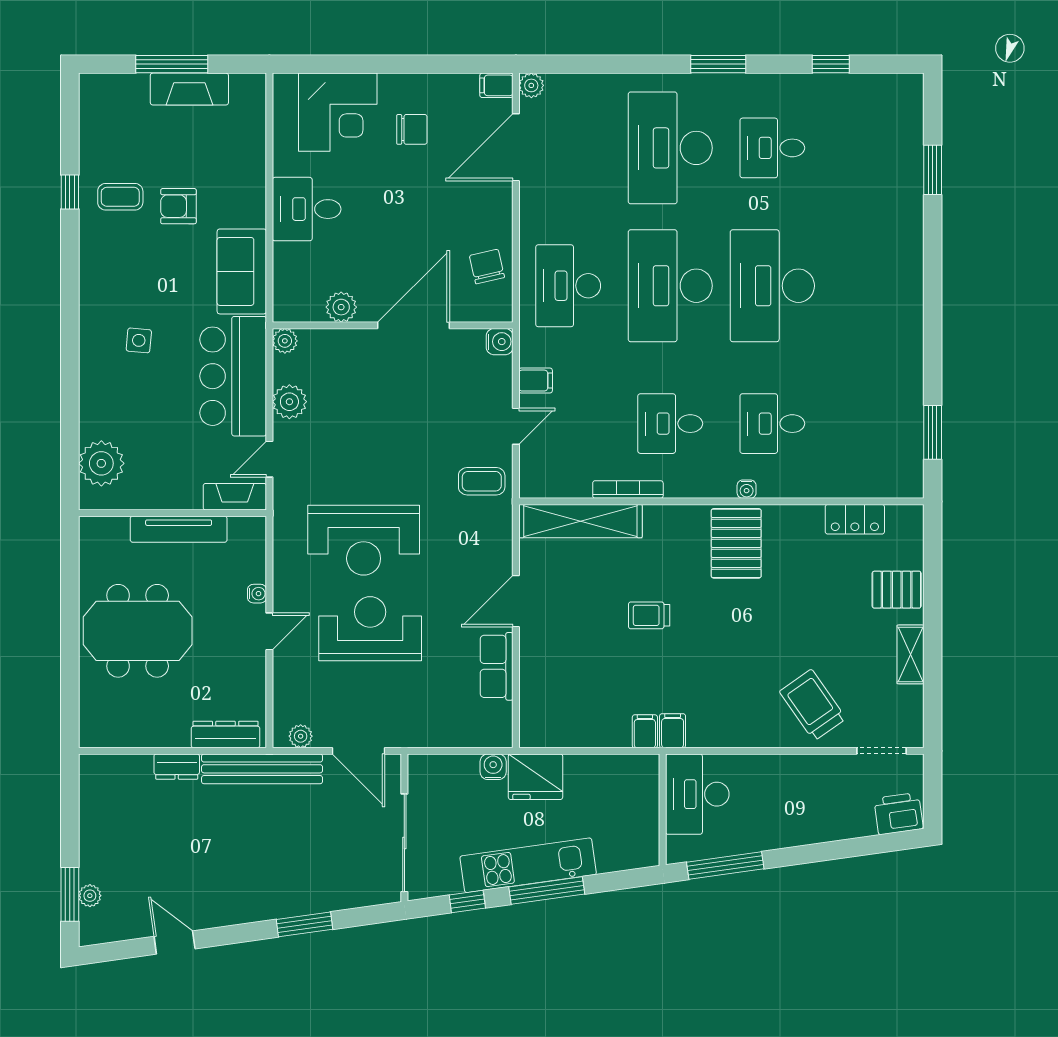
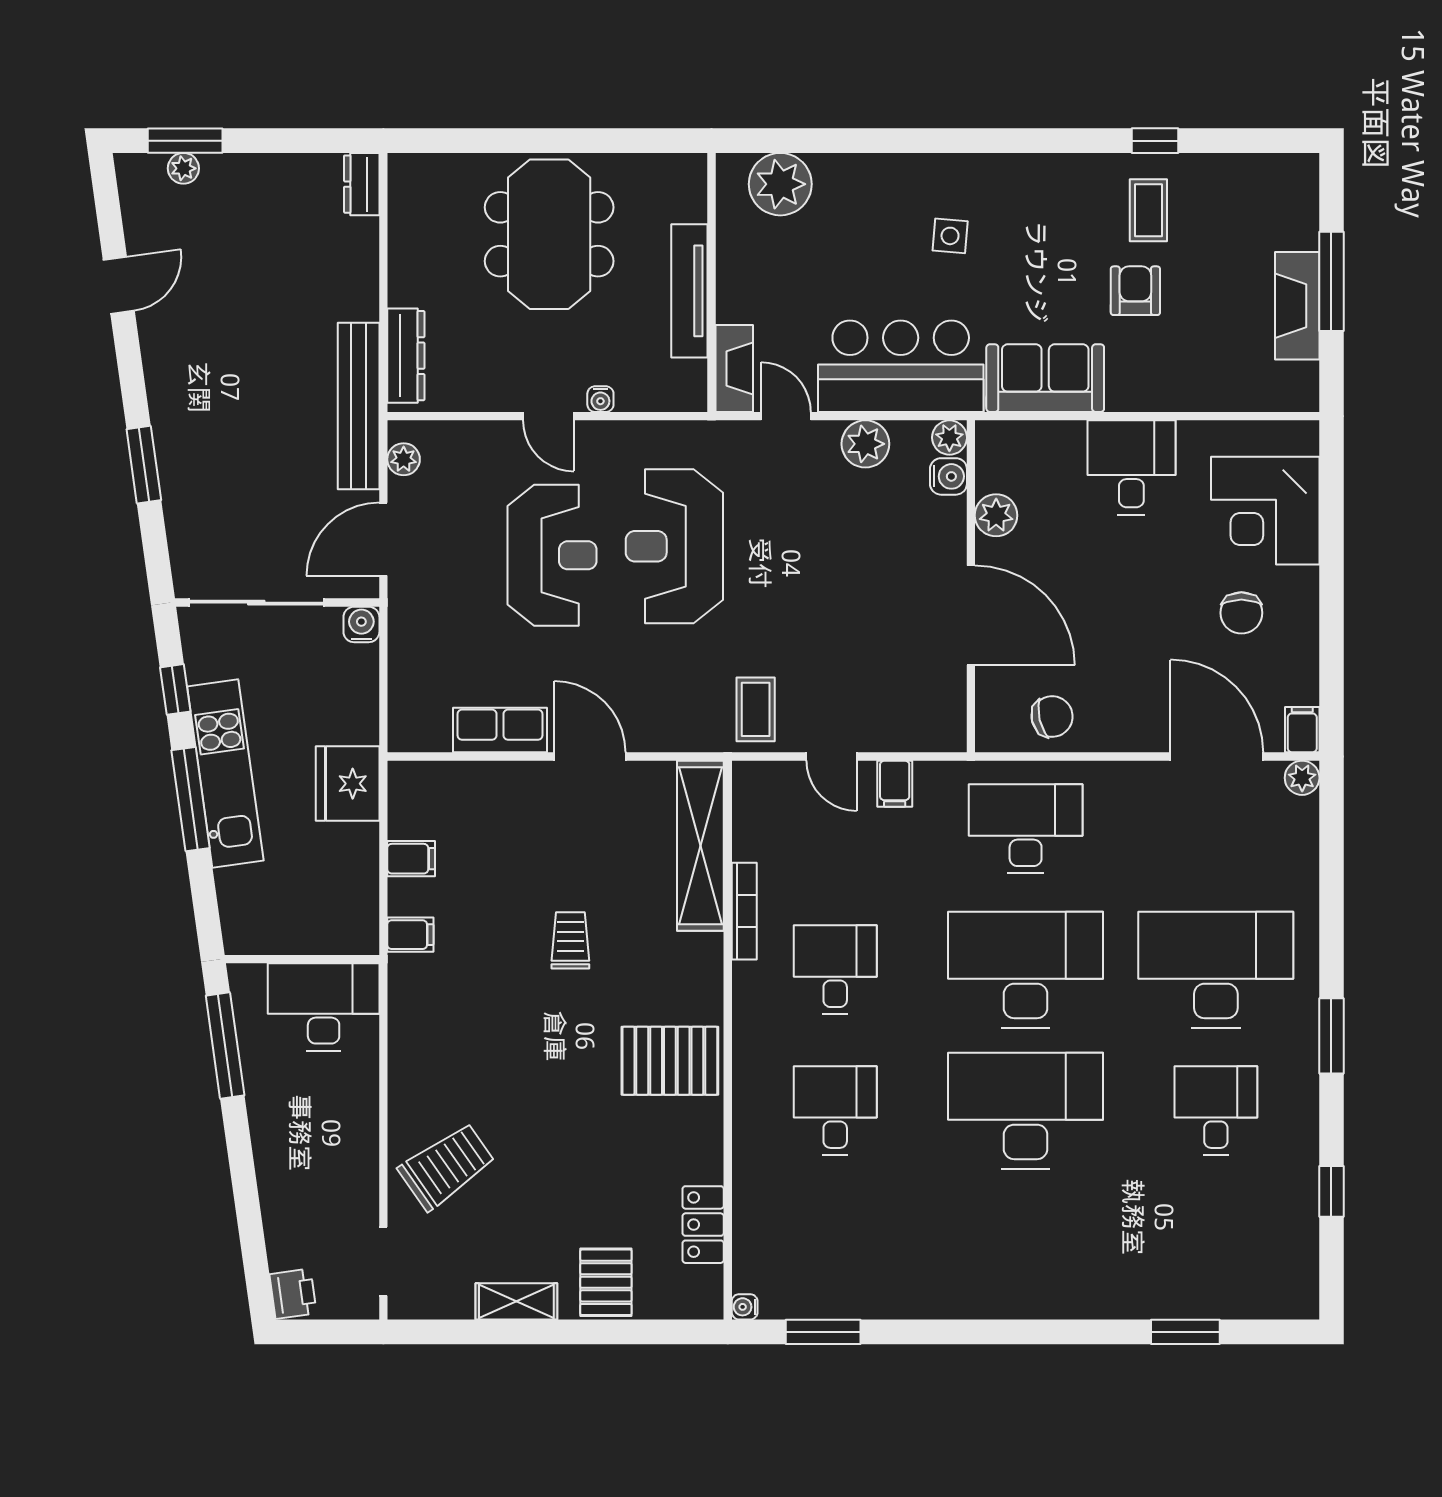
water cooler: (500, 342) -> (948, 476), moved, turned -90
water cooler: (747, 489) -> (745, 1307), moved
filing cabinet: (673, 731) -> (411, 859), moved
dresser: (177, 767) -> (362, 184), moved
water cooler: (493, 767) -> (361, 624), moved, turned -90
printer: (899, 814) -> (293, 1294), width x0.73, depth x0.81

